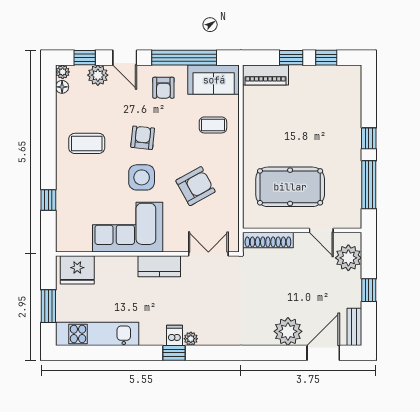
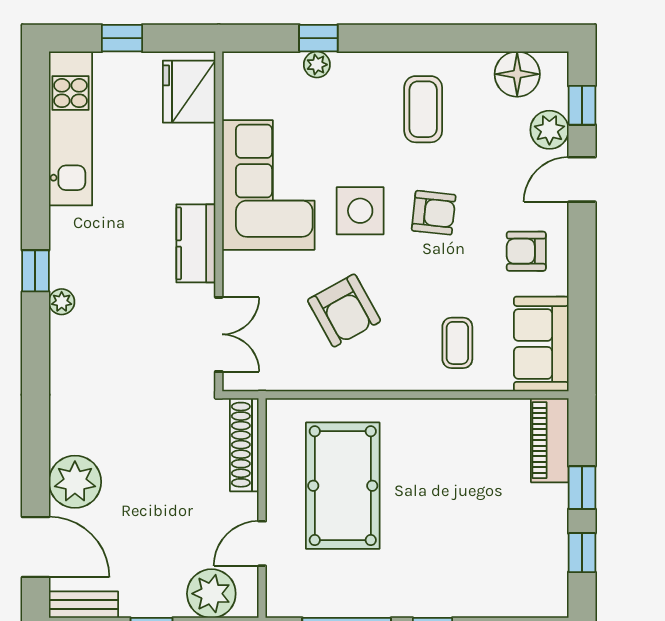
window: (184, 58) -> (582, 290), removed
plant: (63, 72) -> (317, 65), moved
floor lamp: (62, 87) -> (517, 74), width x1.89, depth x1.89
window: (48, 306) -> (122, 38), width x0.67
dishwasher: (174, 335) -> (68, 272), removed

